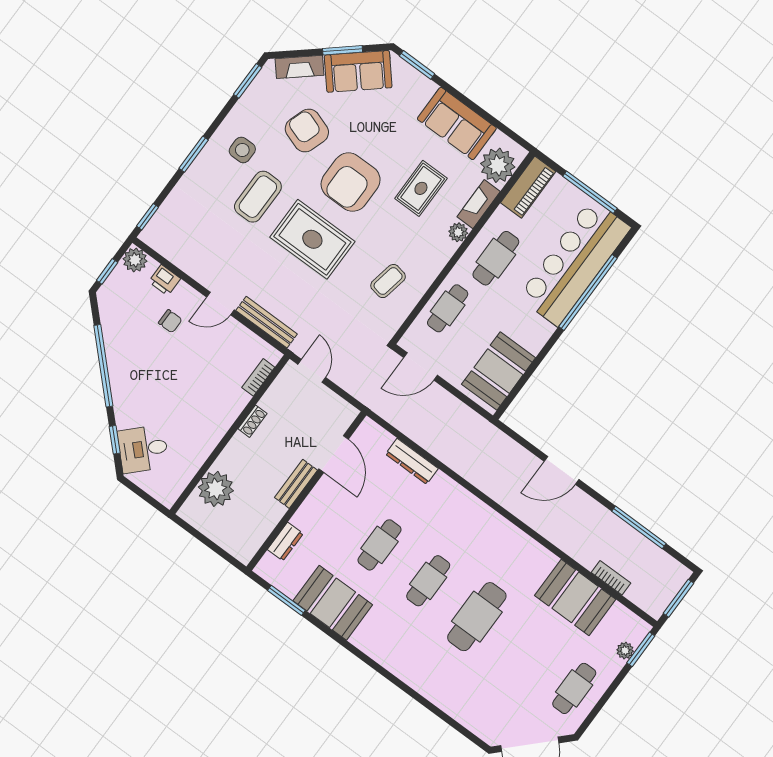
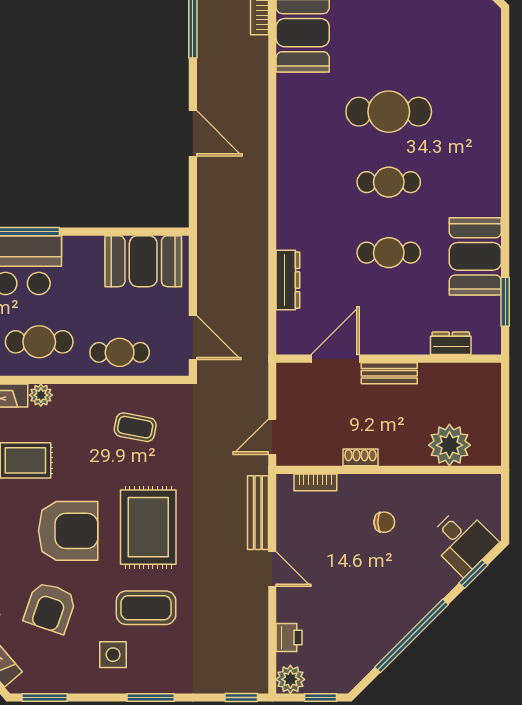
chair: (170, 321) -> (384, 522), moved, turned 90

